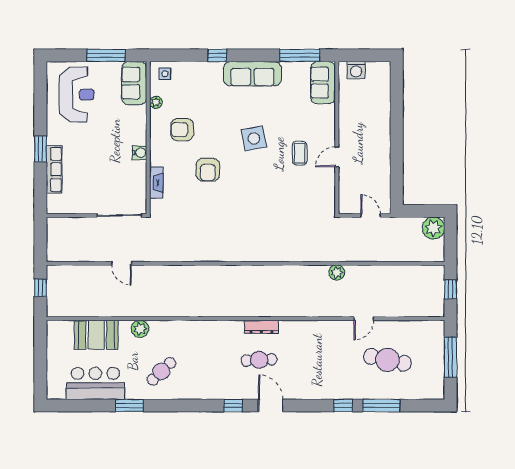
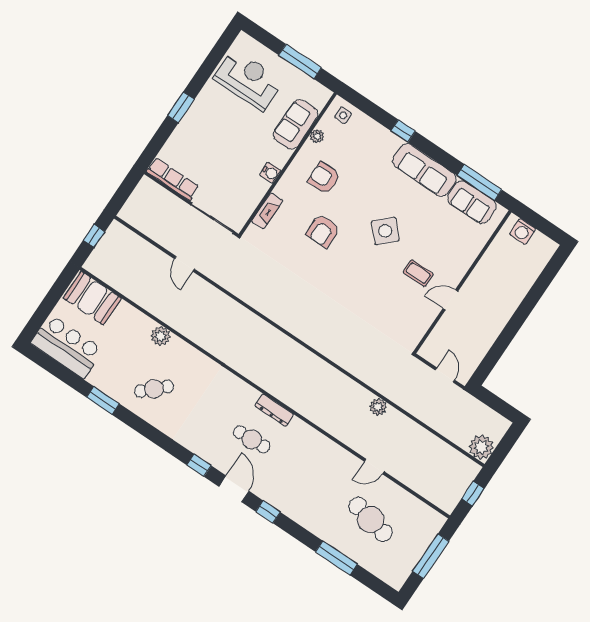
sofa: (134, 83) -> (296, 124), moved
sofa: (323, 83) -> (472, 202), moved, turned -90
reception desk: (77, 95) -> (248, 80), turned -90
side table: (254, 139) -> (385, 231), turned -33
coffee table: (300, 153) -> (418, 273), turned 90
row of seats: (54, 169) -> (173, 179), moved, turned -90
plant: (433, 228) -> (481, 447), moved
booth: (96, 335) -> (92, 298), moved
bar counter: (95, 383) -> (67, 346), moved
window: (343, 406) -> (268, 512), moved

